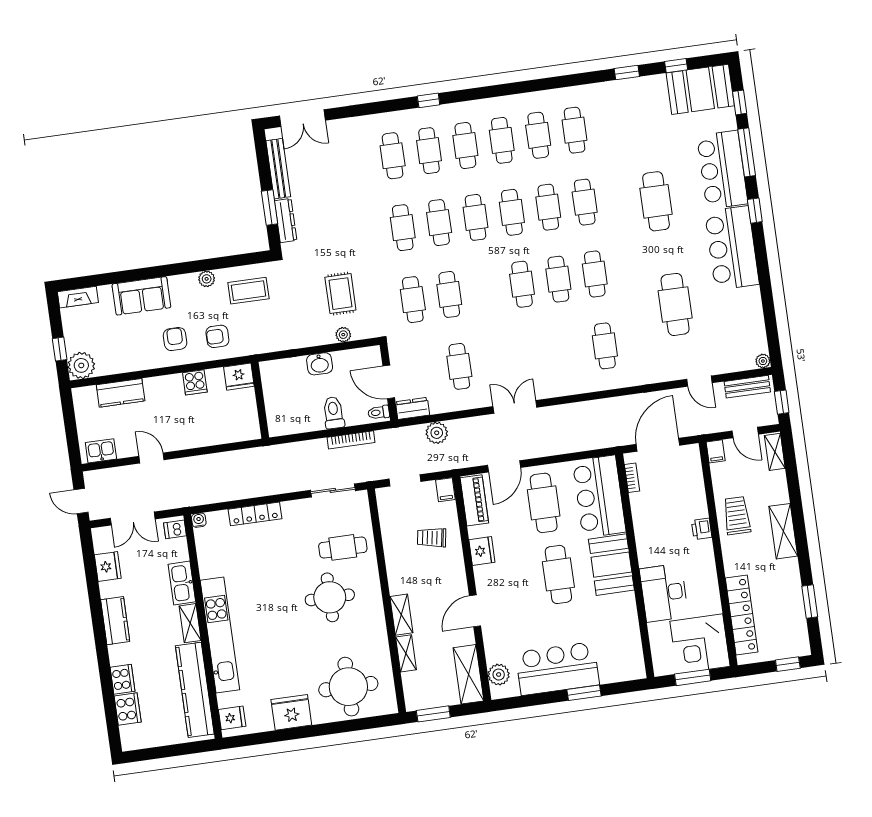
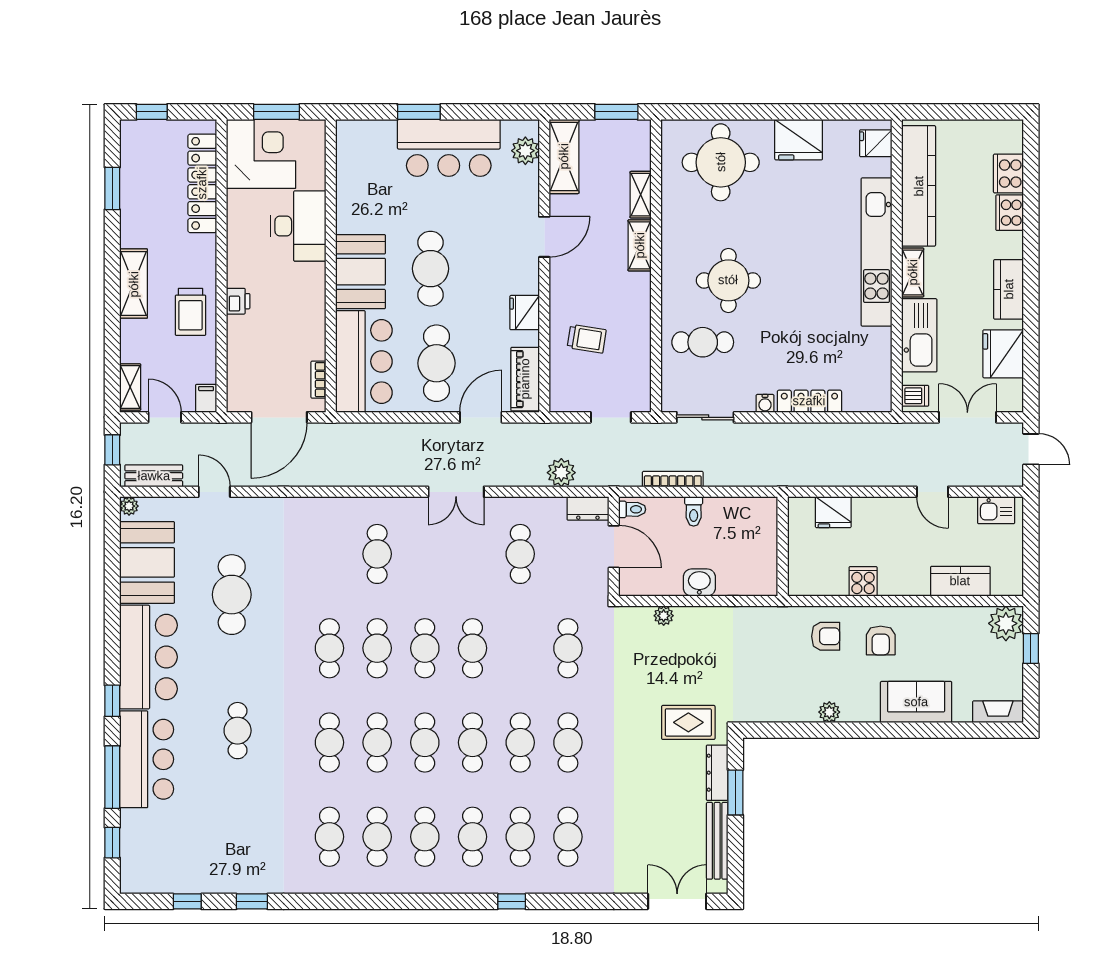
booth: (700, 89) -> (147, 562), moved, turned 90
cafe table: (656, 201) -> (238, 731), width x0.73, depth x0.74
coffee table: (248, 291) -> (778, 689), removed
rug: (340, 294) -> (688, 722), moved, turned 90
cafe table: (449, 294) -> (473, 648), moved
cafe table: (605, 346) -> (377, 554), moved
fridge: (239, 377) -> (833, 512), moved, turned 180
toilet: (334, 413) -> (694, 511), width x0.73, depth x0.72
filing cabinet: (445, 490) -> (560, 398), removed
water cooler: (199, 520) -> (765, 403), moved
fridge: (108, 567) -> (1003, 354), width x1.36, depth x1.34
kitchen sink: (182, 583) -> (919, 335), width x1.36, depth x1.24

